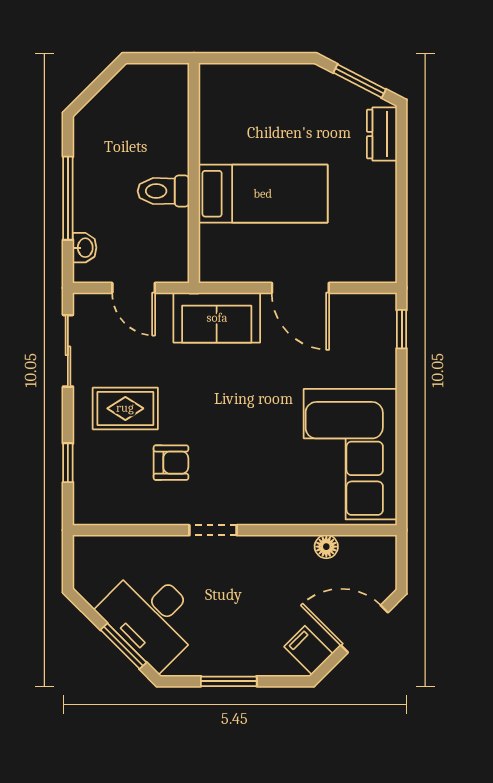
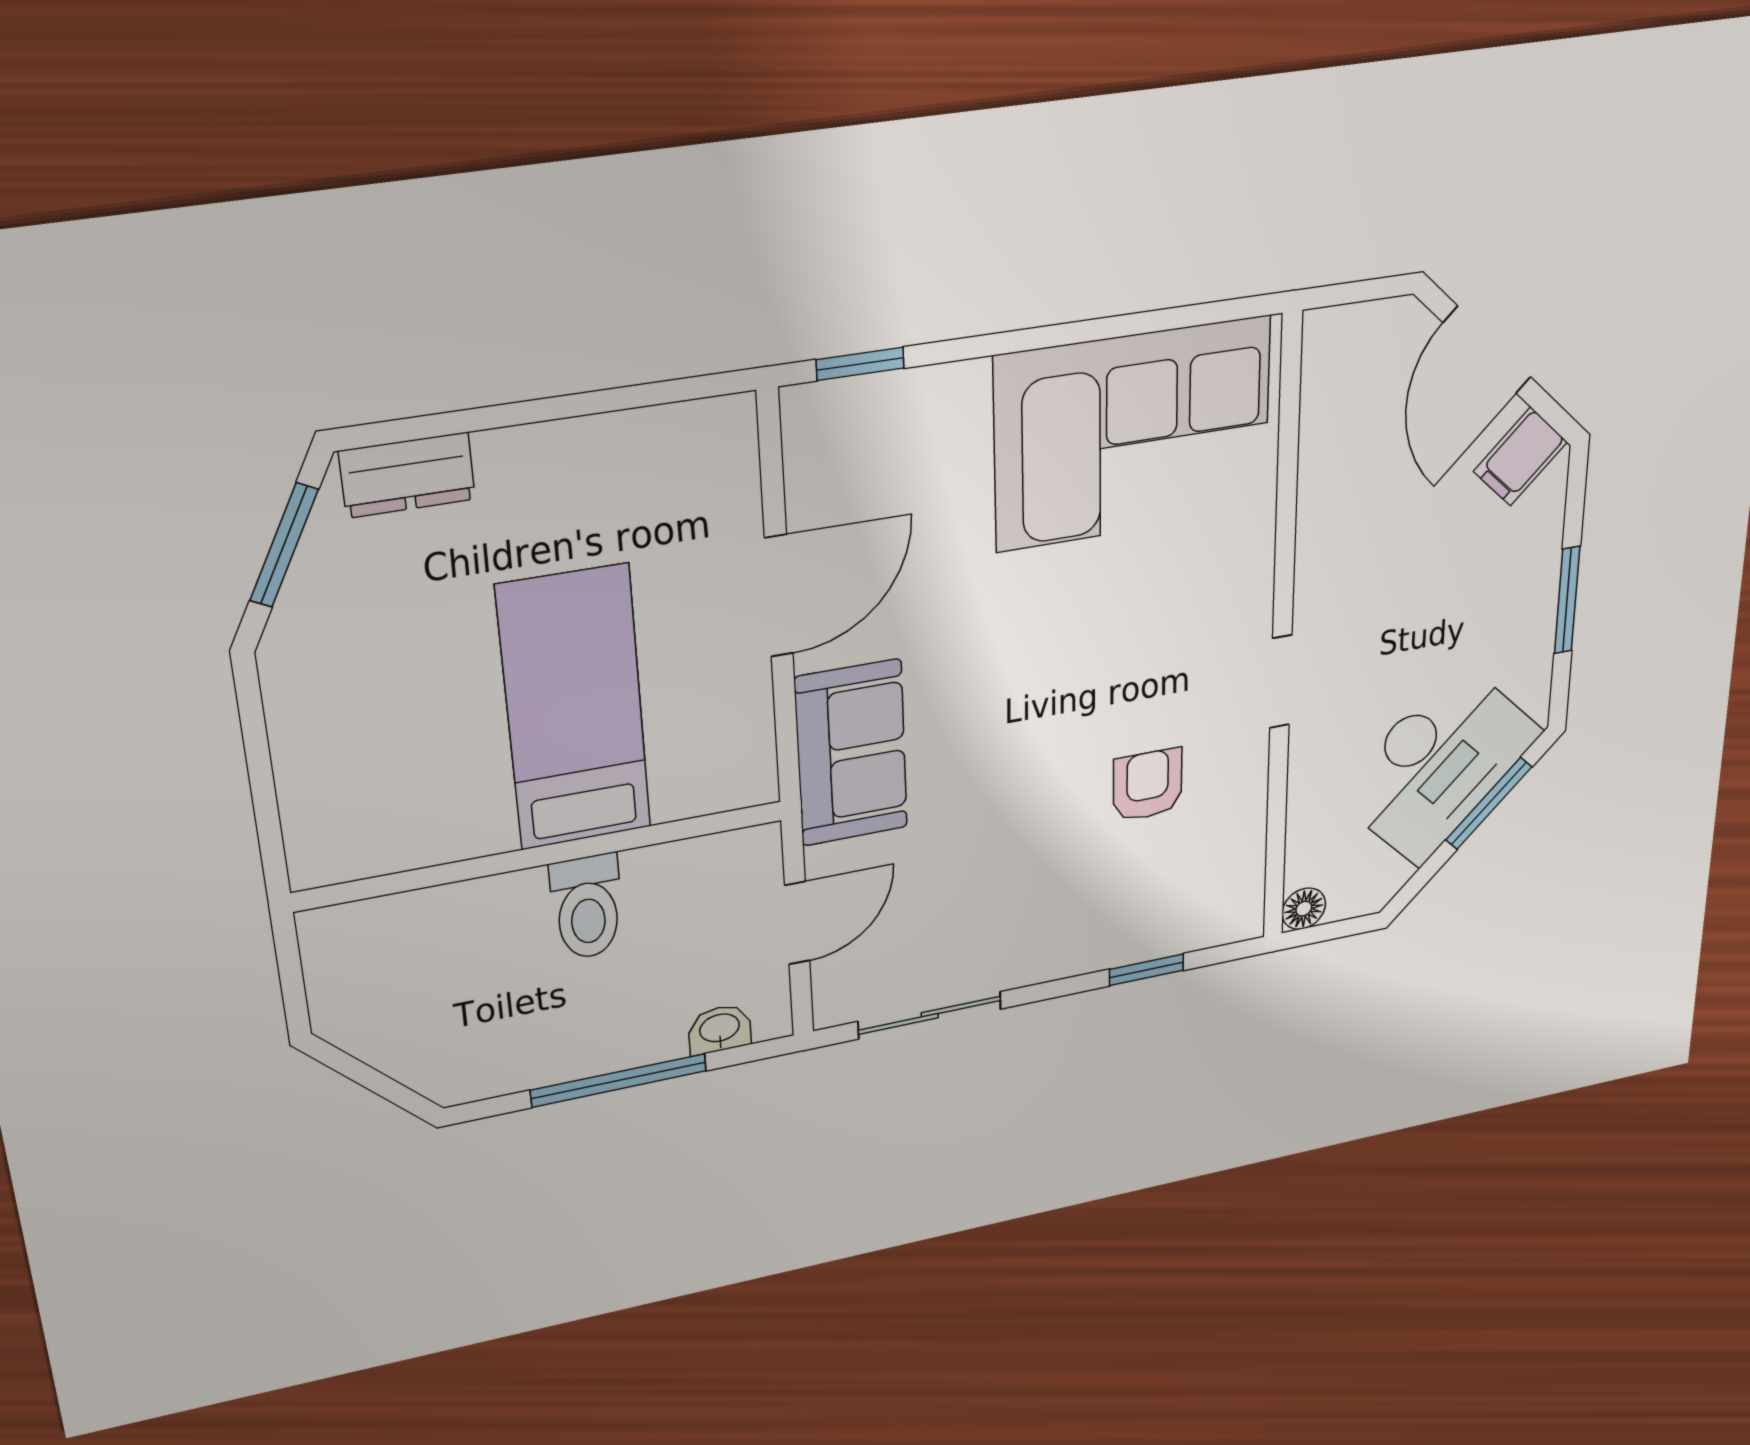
rug: (125, 408) -> (1041, 889), removed
floor lamp: (326, 547) -> (1304, 909), moved

